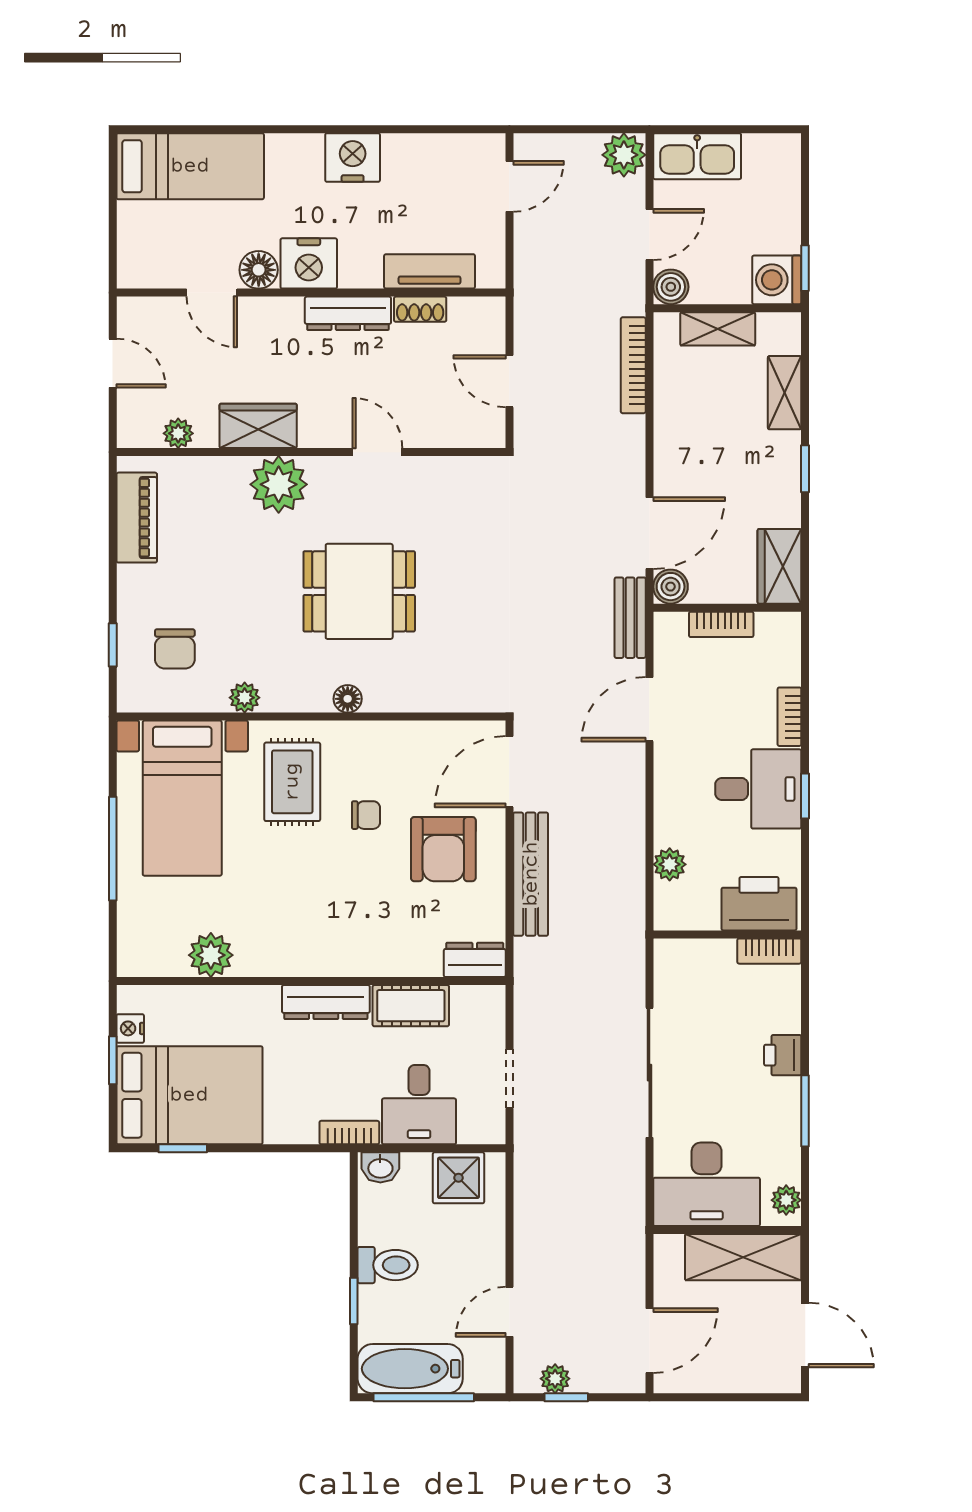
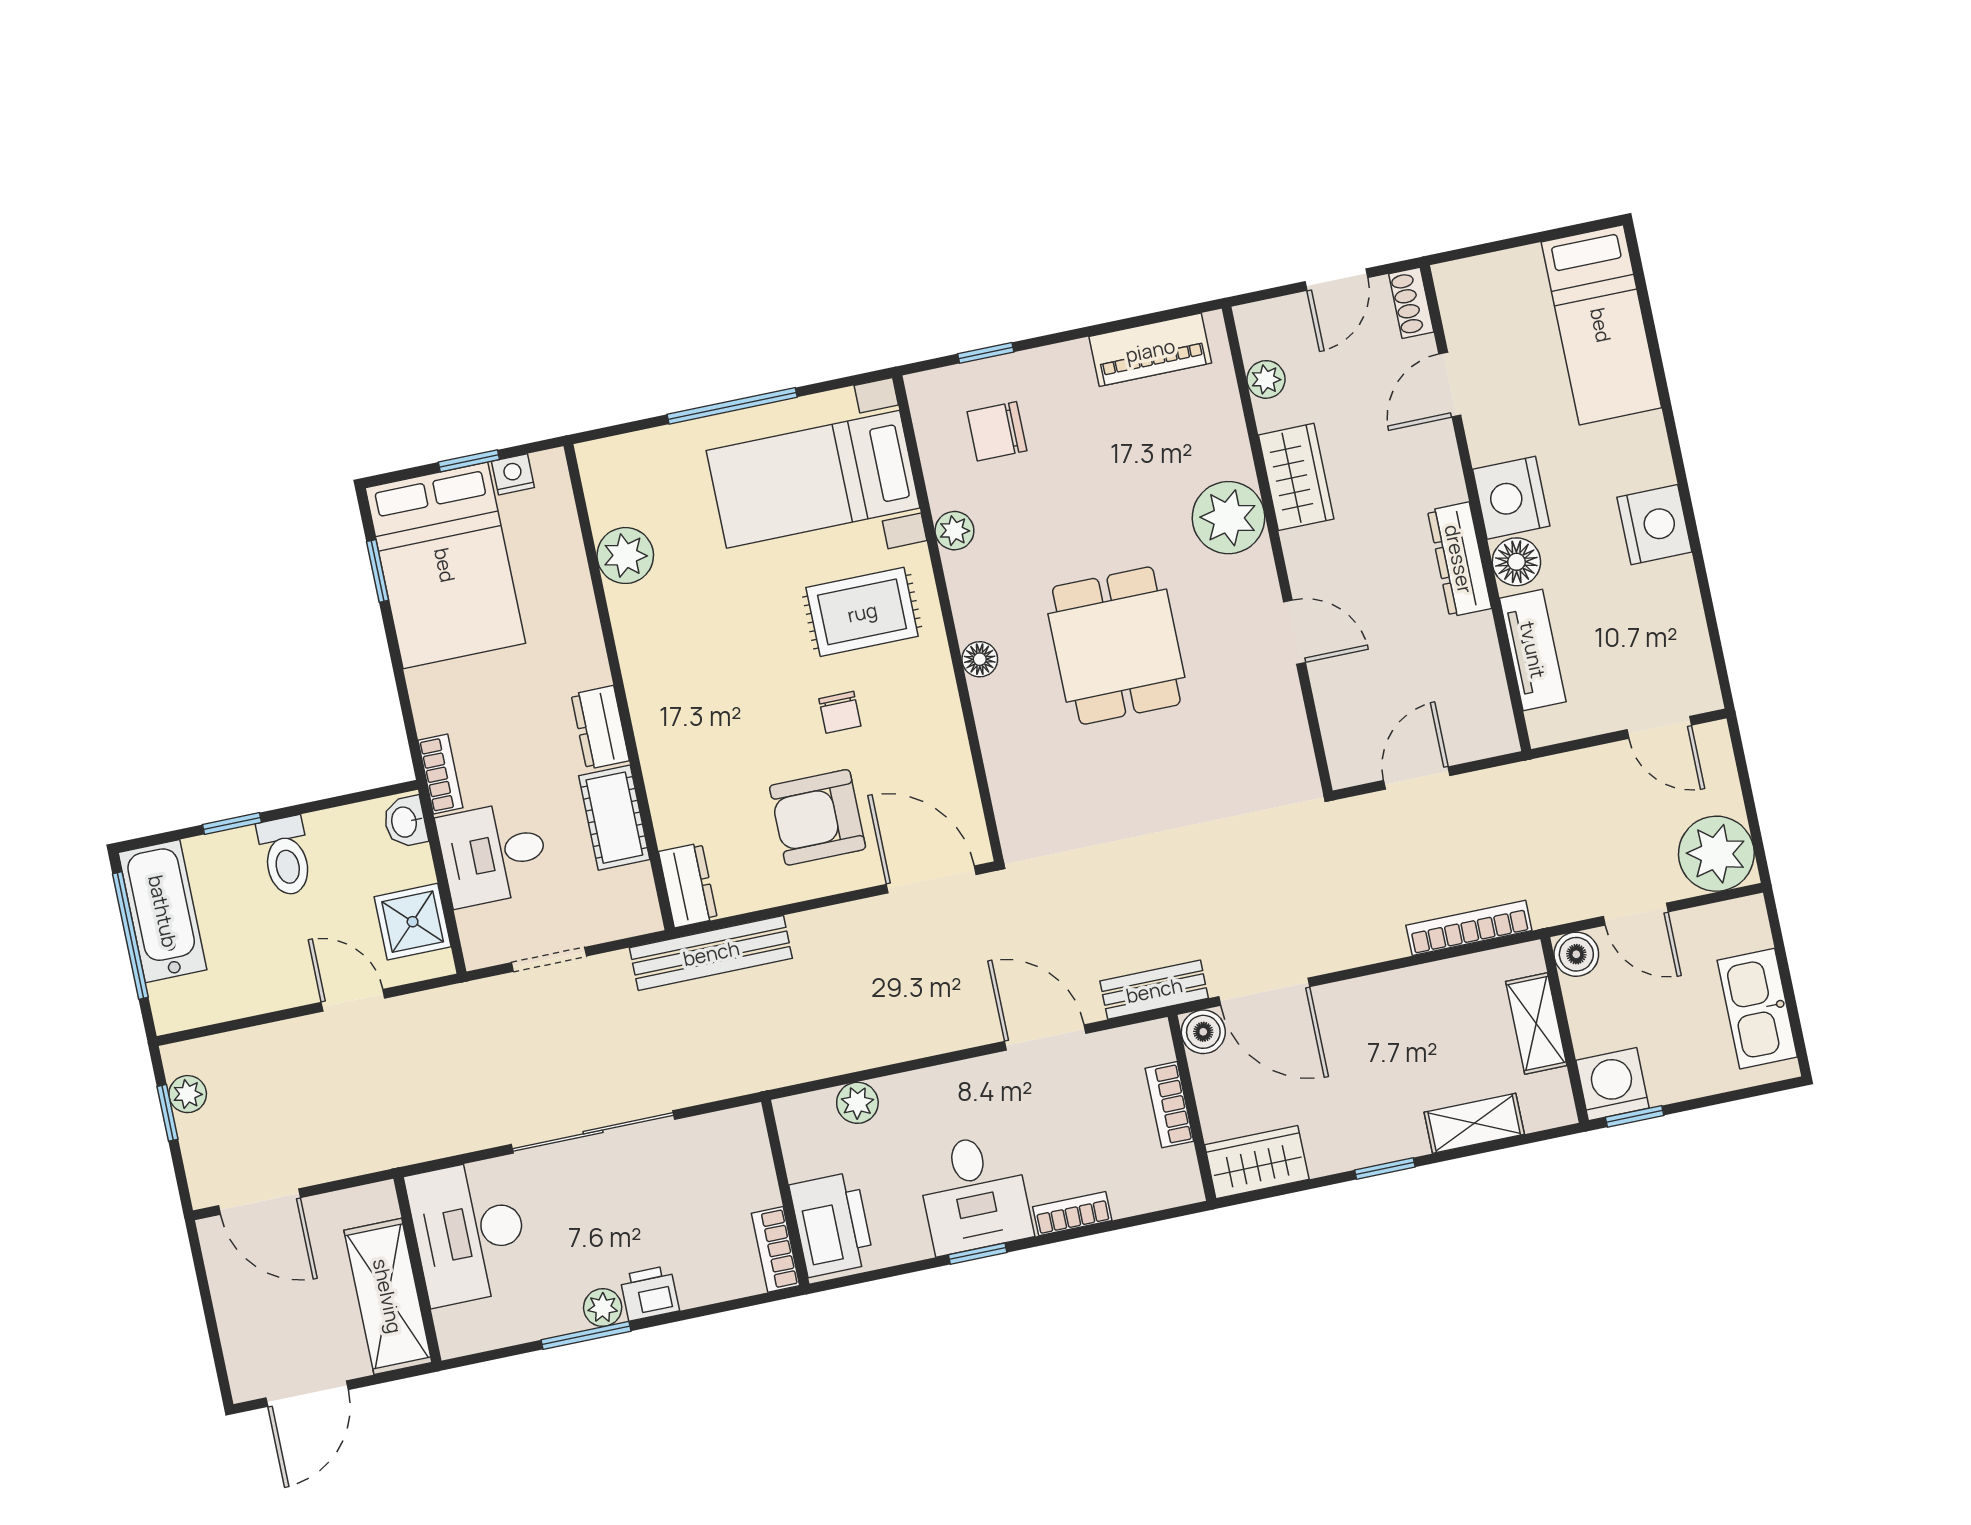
plant: (624, 155) -> (1716, 854), width x1.36, depth x1.36
kitchen sink: (697, 156) -> (1757, 1009), moved
floor lamp: (259, 270) -> (1516, 562), moved
shoe rack: (420, 309) -> (1411, 303), moved
door: (377, 452) -> (1294, 632), hinge flipped
bench: (531, 874) -> (711, 953), moved
dresser: (326, 1002) -> (600, 728), width x0.70
plant: (786, 1200) -> (603, 1308), moved
door: (509, 1312) -> (353, 1000), moved

